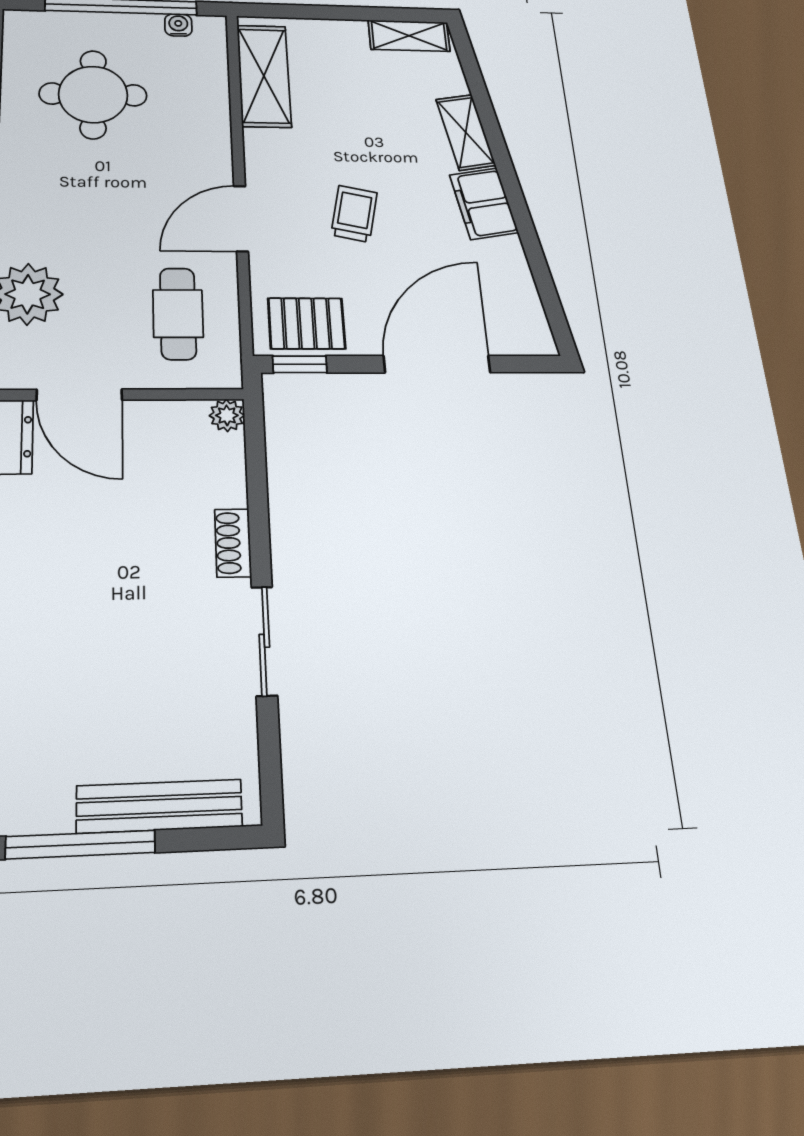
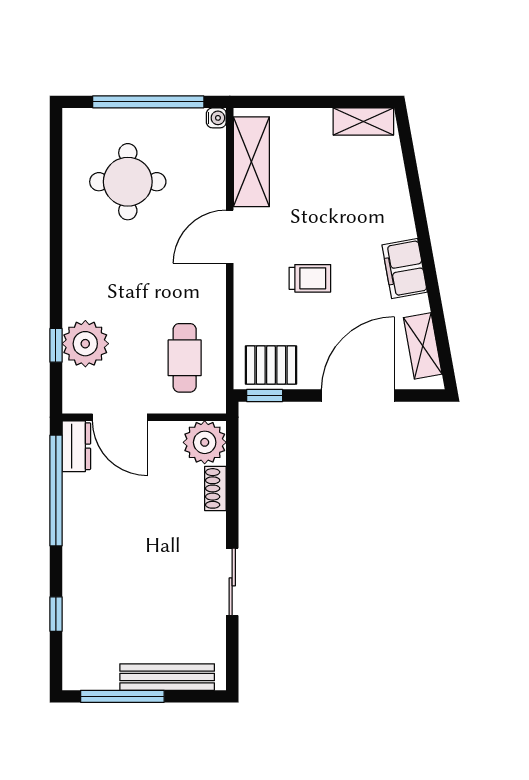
water cooler: (178, 25) -> (216, 118), moved, turned 90
shelving: (466, 132) -> (423, 346), moved
trolley: (354, 214) -> (310, 278), turned 78
door: (241, 219) -> (230, 237), moved
plant: (227, 415) -> (205, 442), width x1.87, depth x1.87
shoe rack: (233, 543) -> (215, 488), moved

